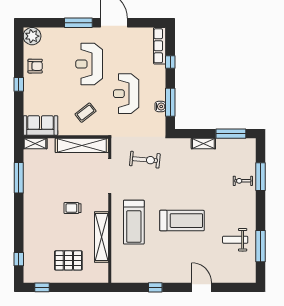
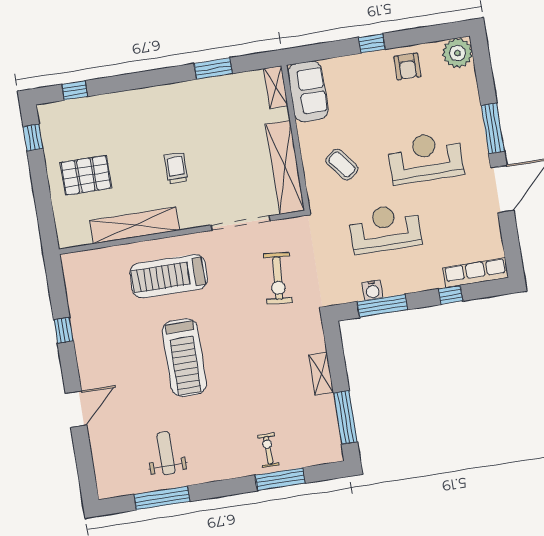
window: (19, 178) -> (213, 68), width x0.69
pallet: (68, 260) -> (86, 175), turned 90

